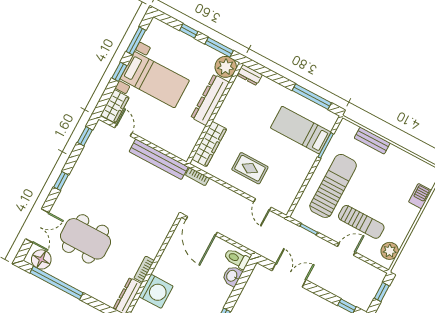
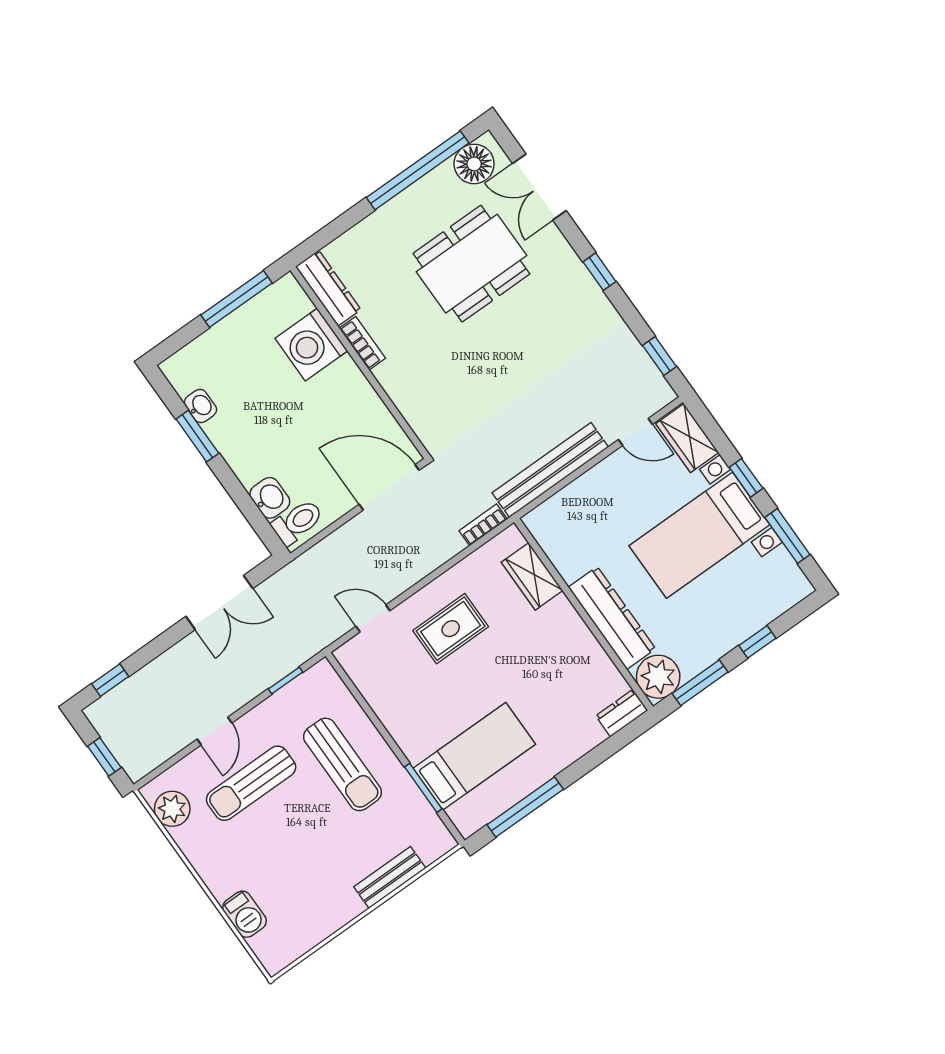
wardrobe: (209, 144) -> (532, 576), width x0.67
sun lounger: (333, 186) -> (343, 764), width x0.73, depth x0.75

